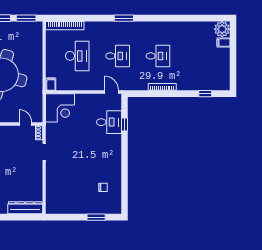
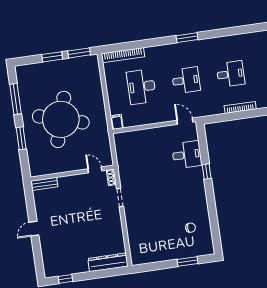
desk: (77, 56) -> (141, 87), turned 180
corner desk: (60, 108) -> (131, 147), removed
window: (124, 125) -> (207, 171), moved

